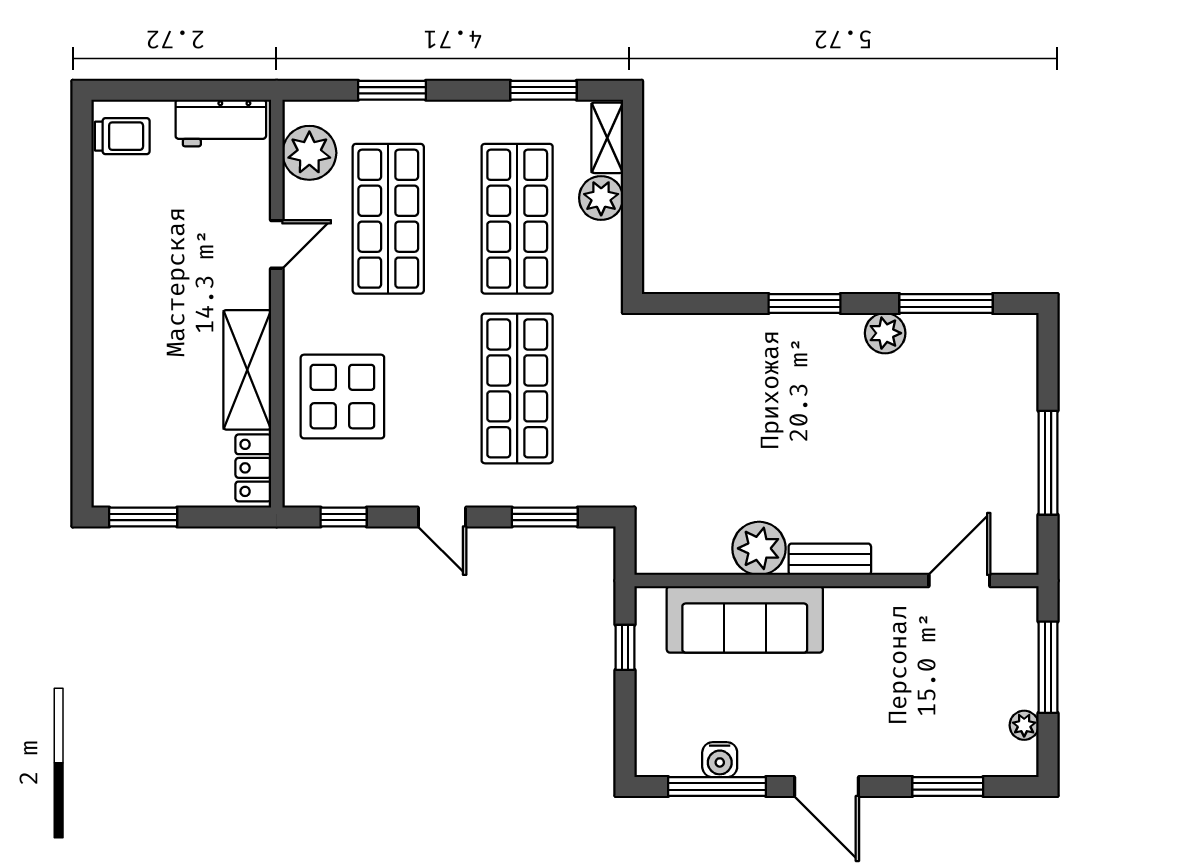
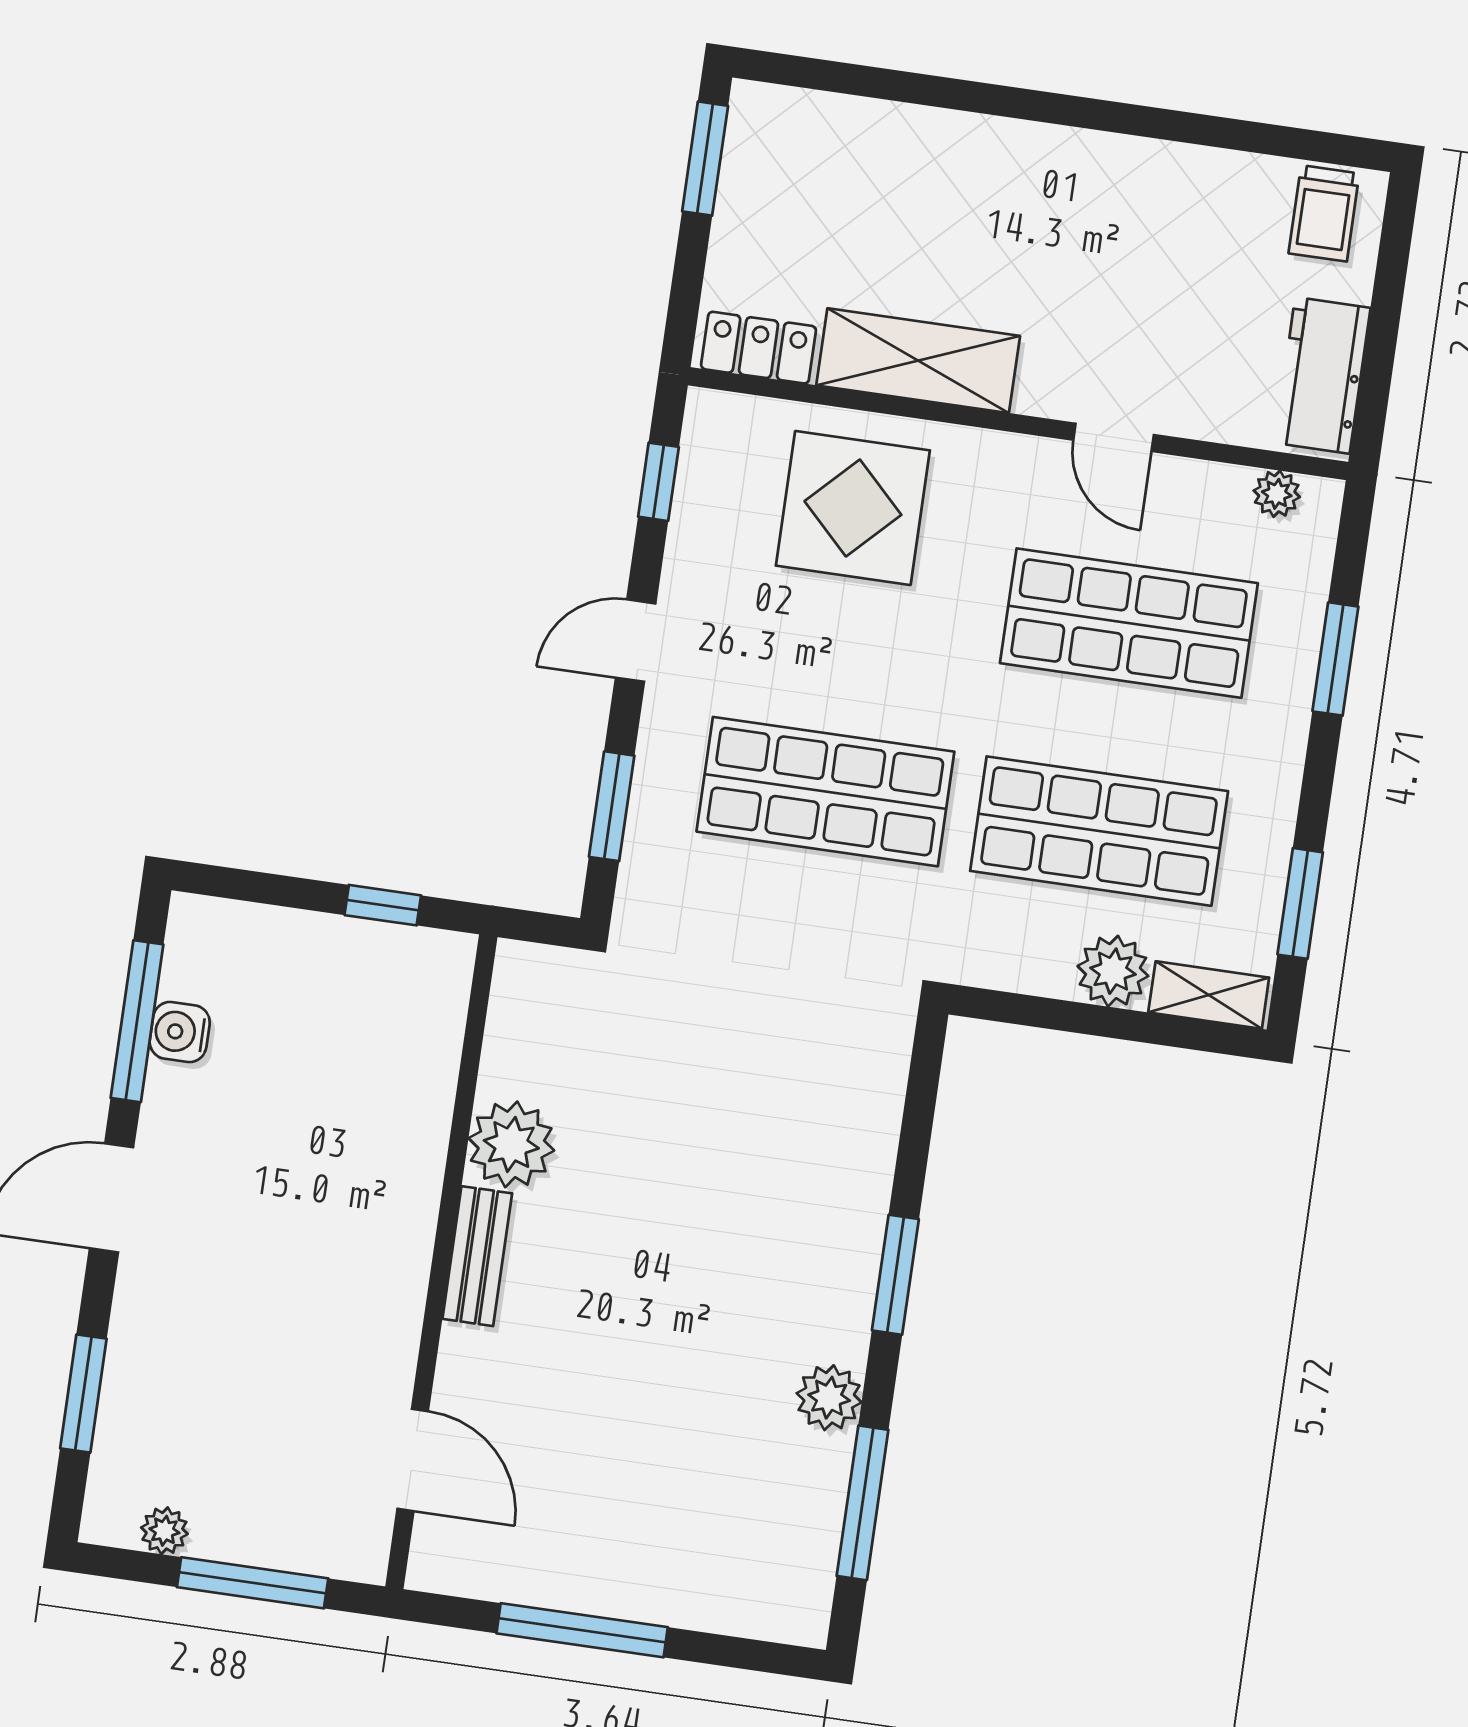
plant: (309, 153) -> (1277, 494), width x0.53, depth x0.53
sofa: (745, 619) -> (400, 1105), removed

